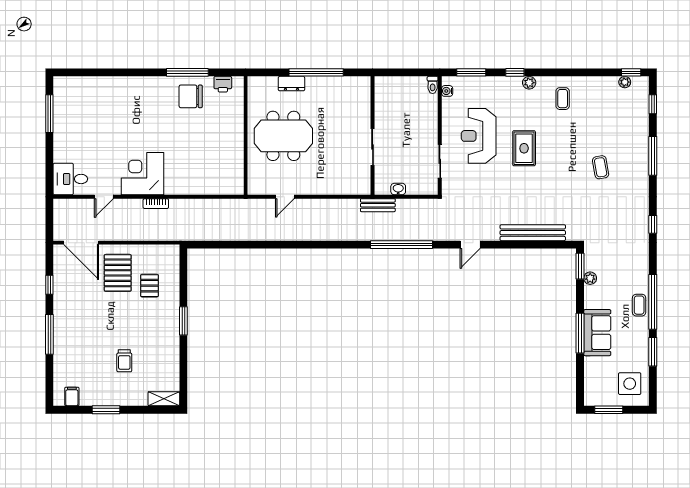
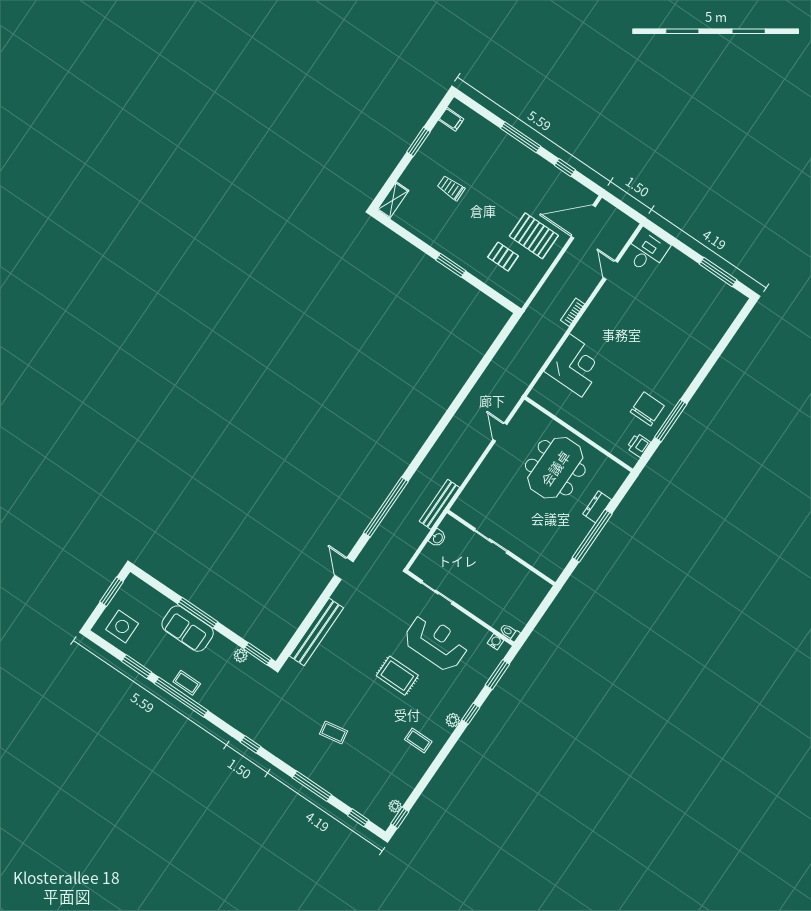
corner desk: (143, 174) -> (576, 365), moved
bench: (378, 205) -> (439, 504), width x1.36

